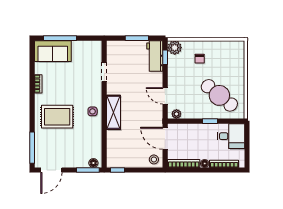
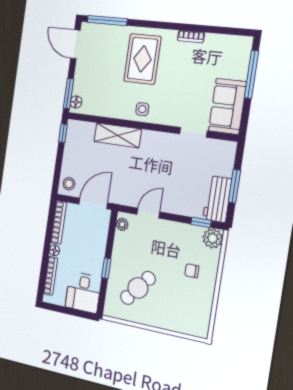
sofa: (53, 51) -> (227, 106), moved
workbench: (155, 56) -> (217, 199), moved, turned -90
cafe table: (219, 95) -> (138, 288), width x0.73, depth x0.74
shelving: (113, 112) -> (118, 135), moved

